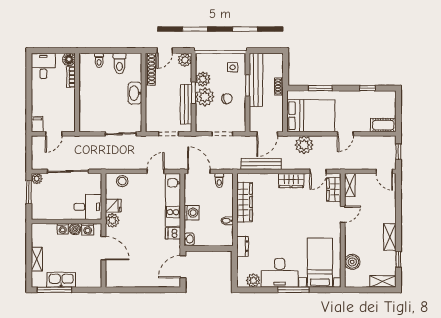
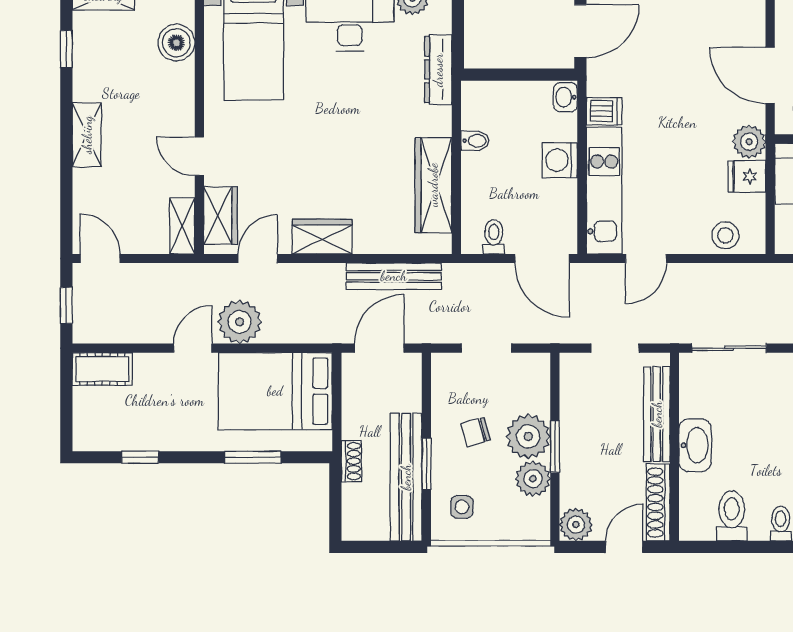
bench: (186, 104) -> (657, 414), moved
plant: (304, 145) -> (240, 322), moved
door: (343, 214) -> (199, 156), hinge flipped
shelving: (390, 237) -> (87, 135), moved
dresser: (243, 246) -> (438, 70), width x1.44

